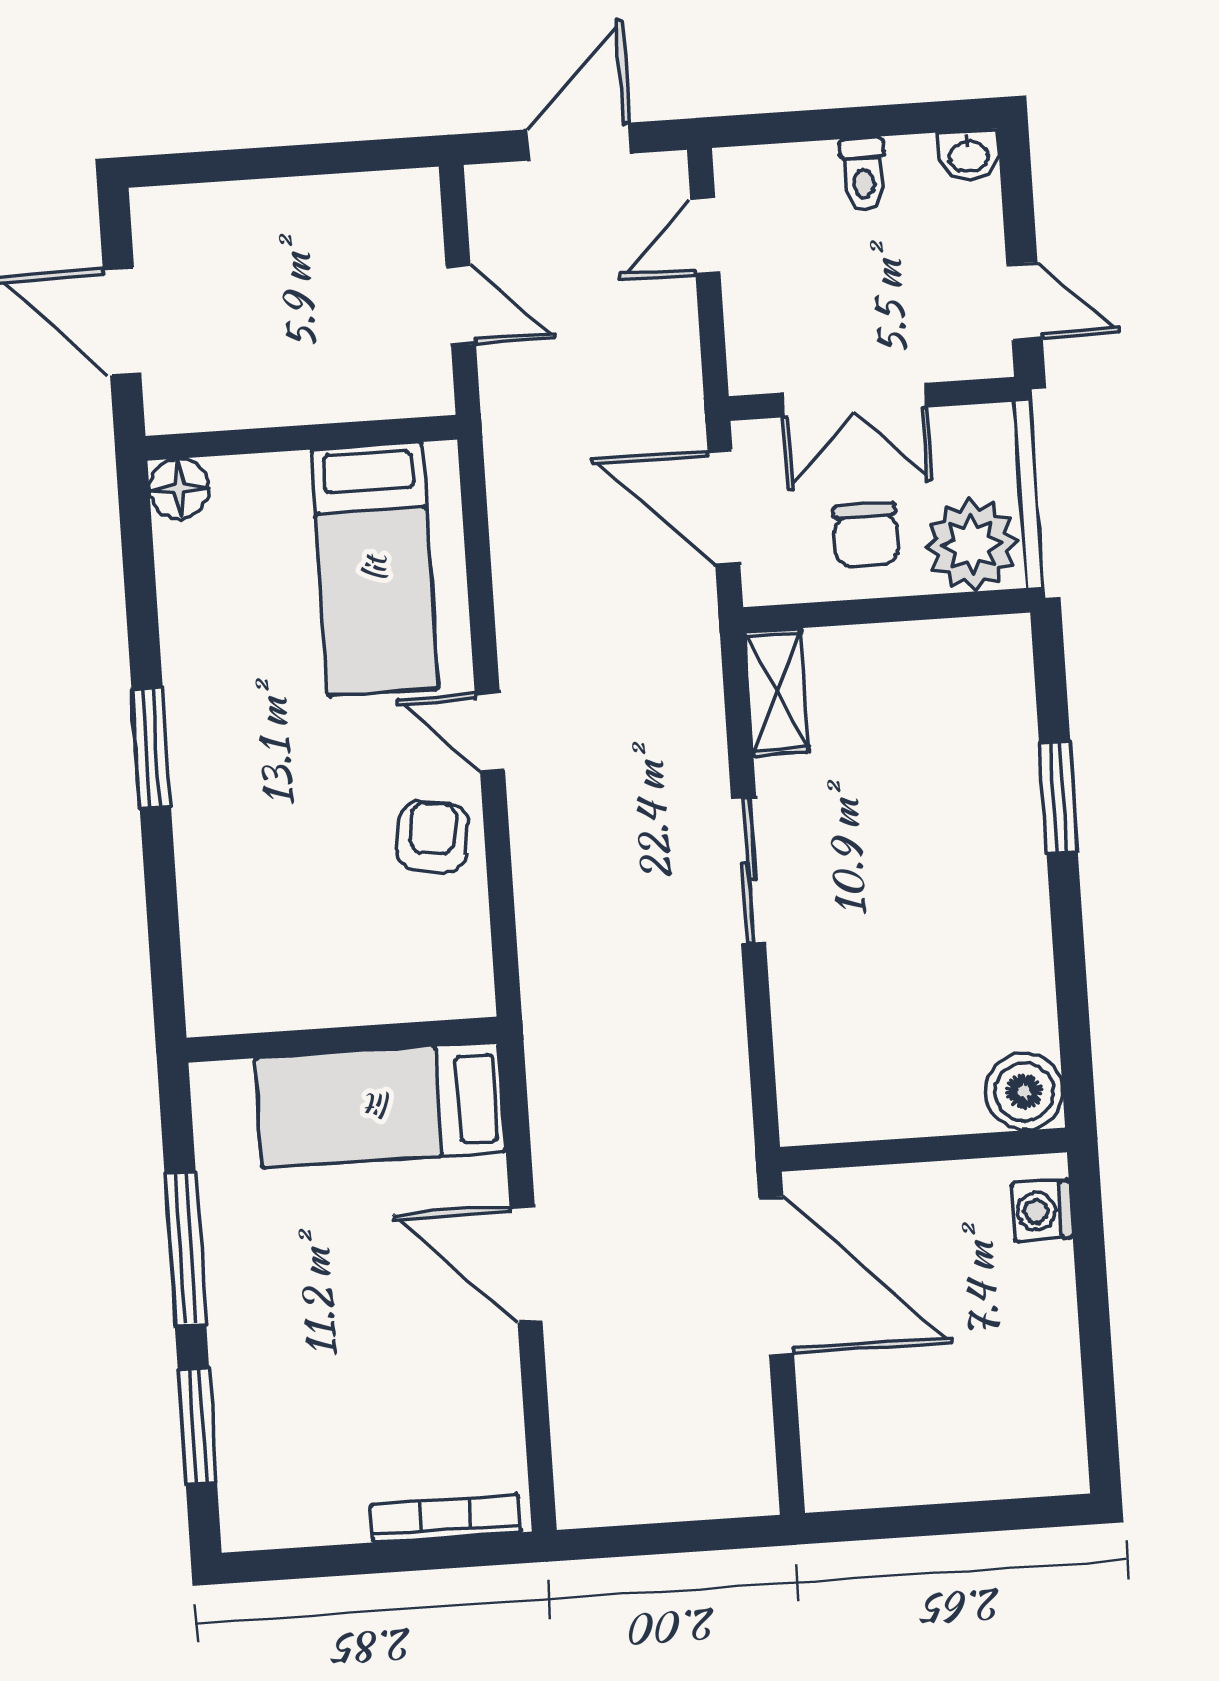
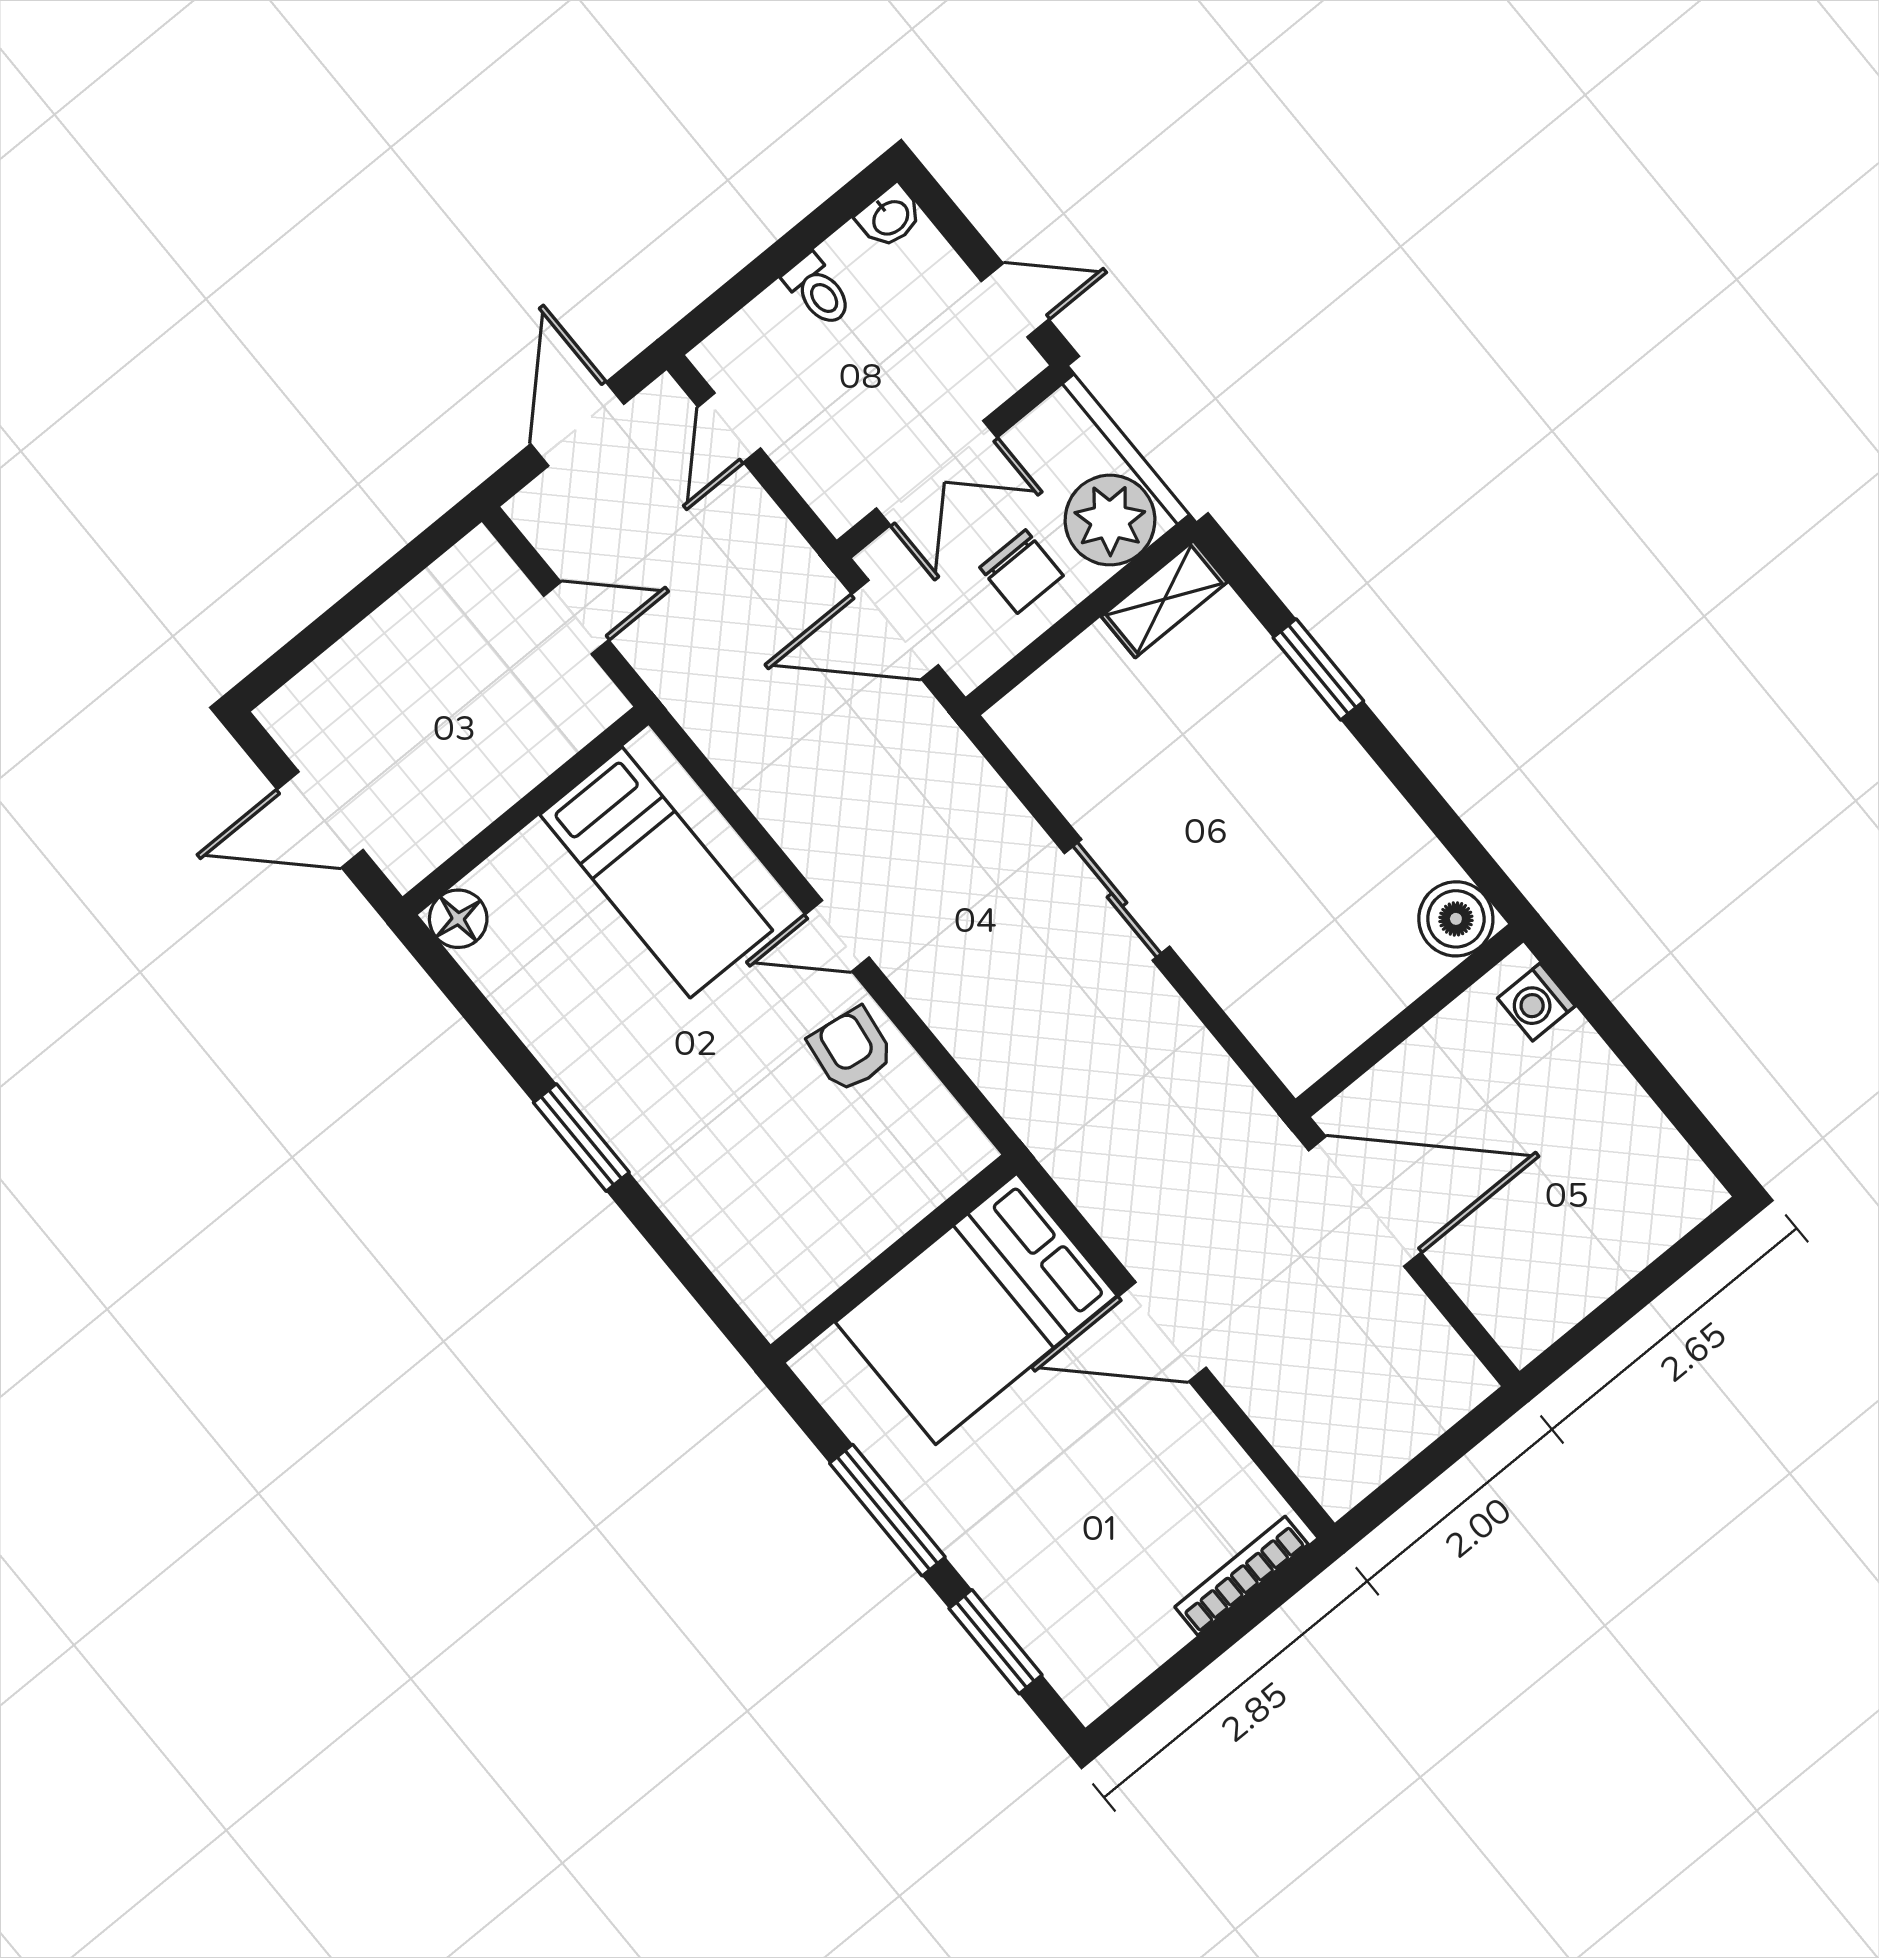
shelving: (777, 692) -> (1164, 599), moved, turned 90
bed: (380, 1105) -> (976, 1309), width x1.50

